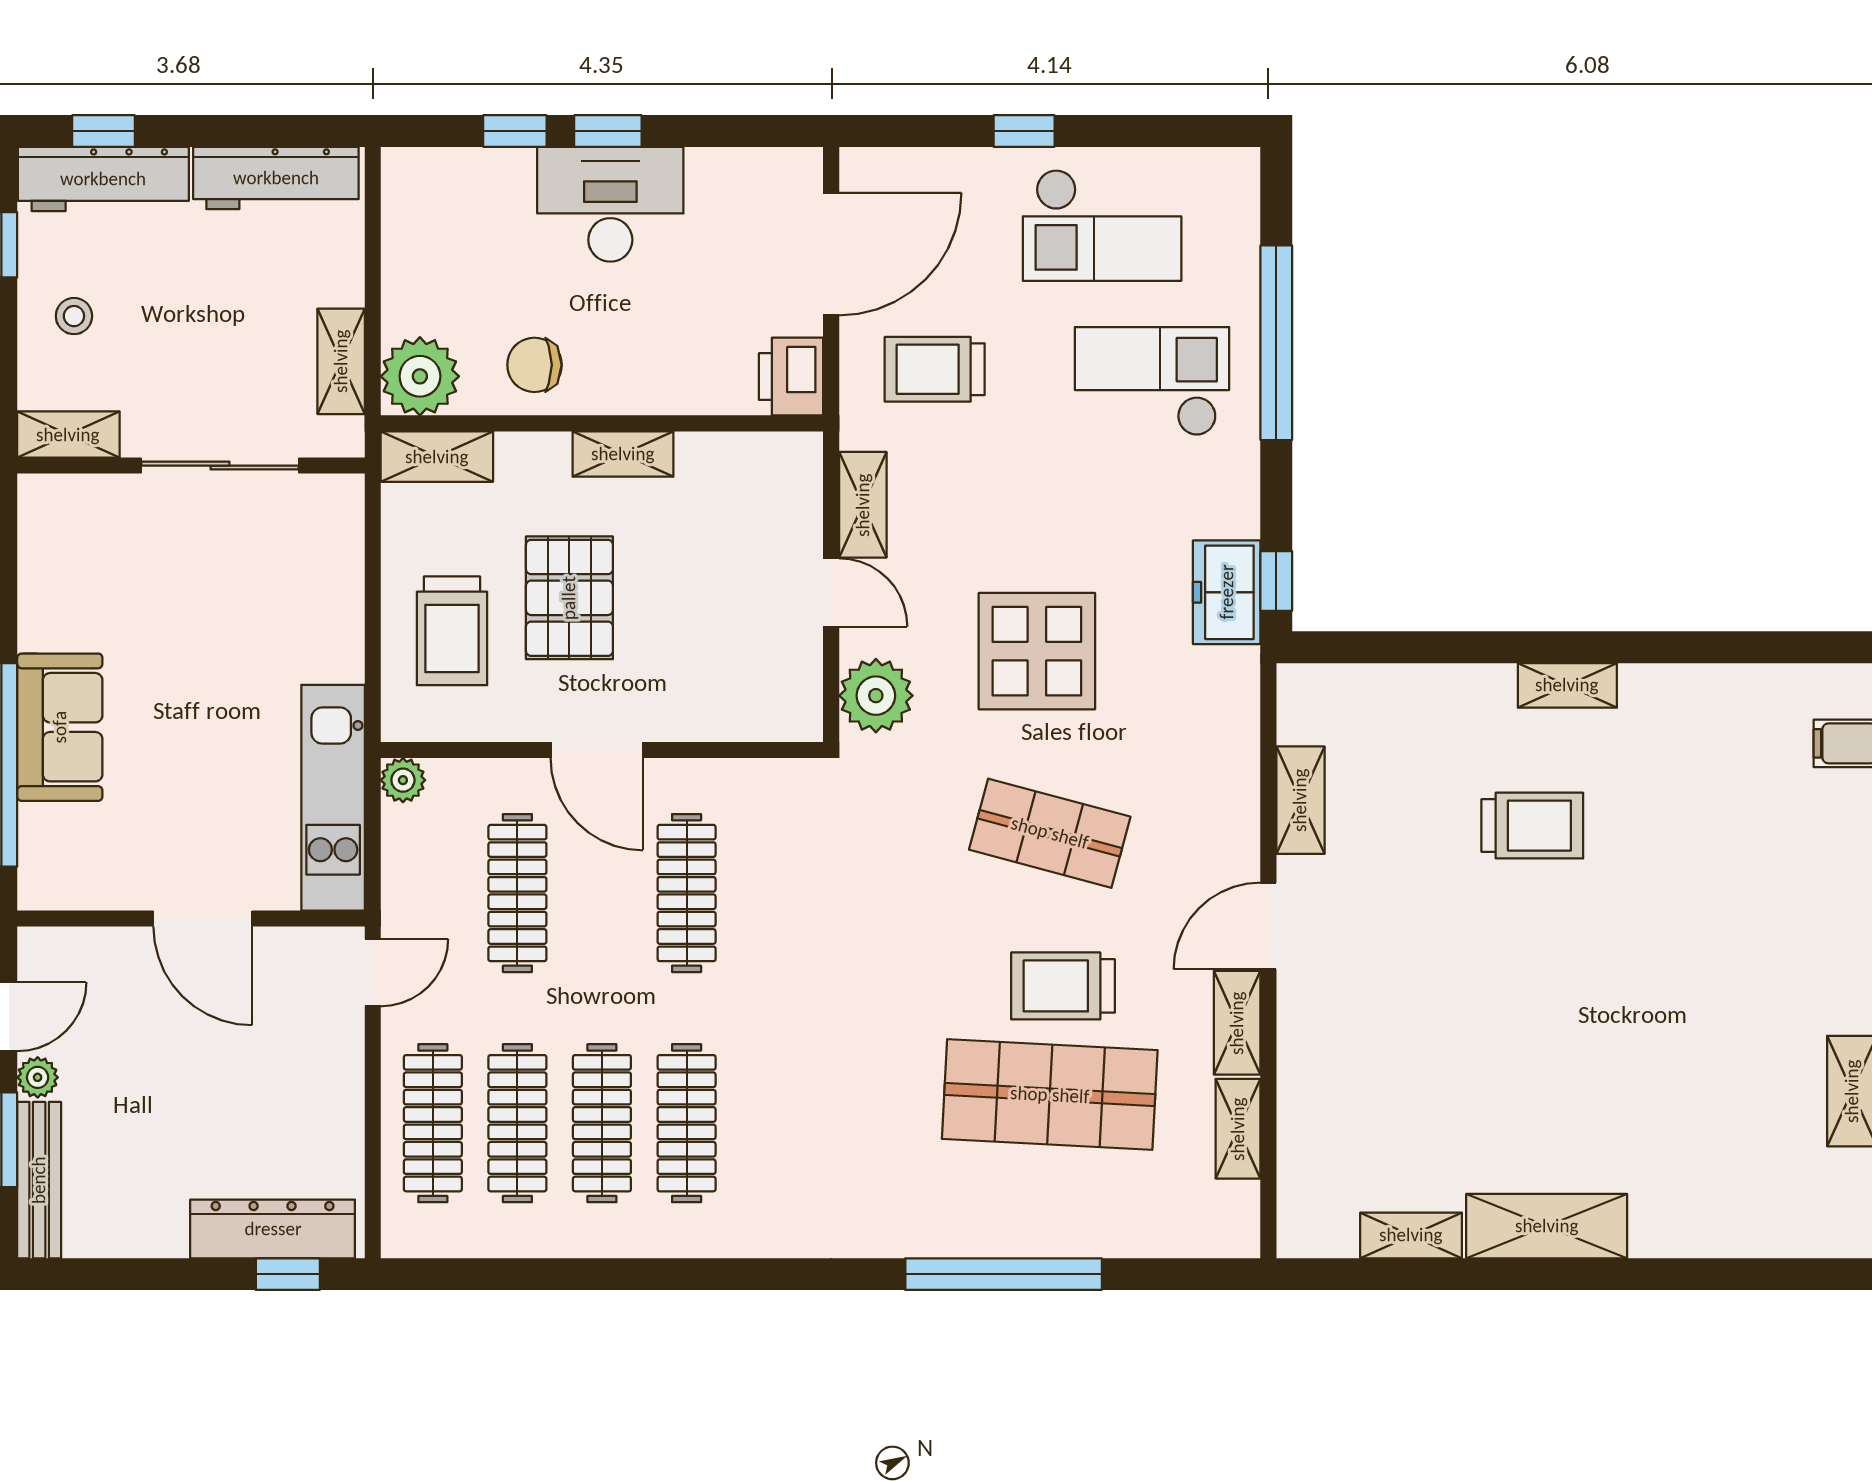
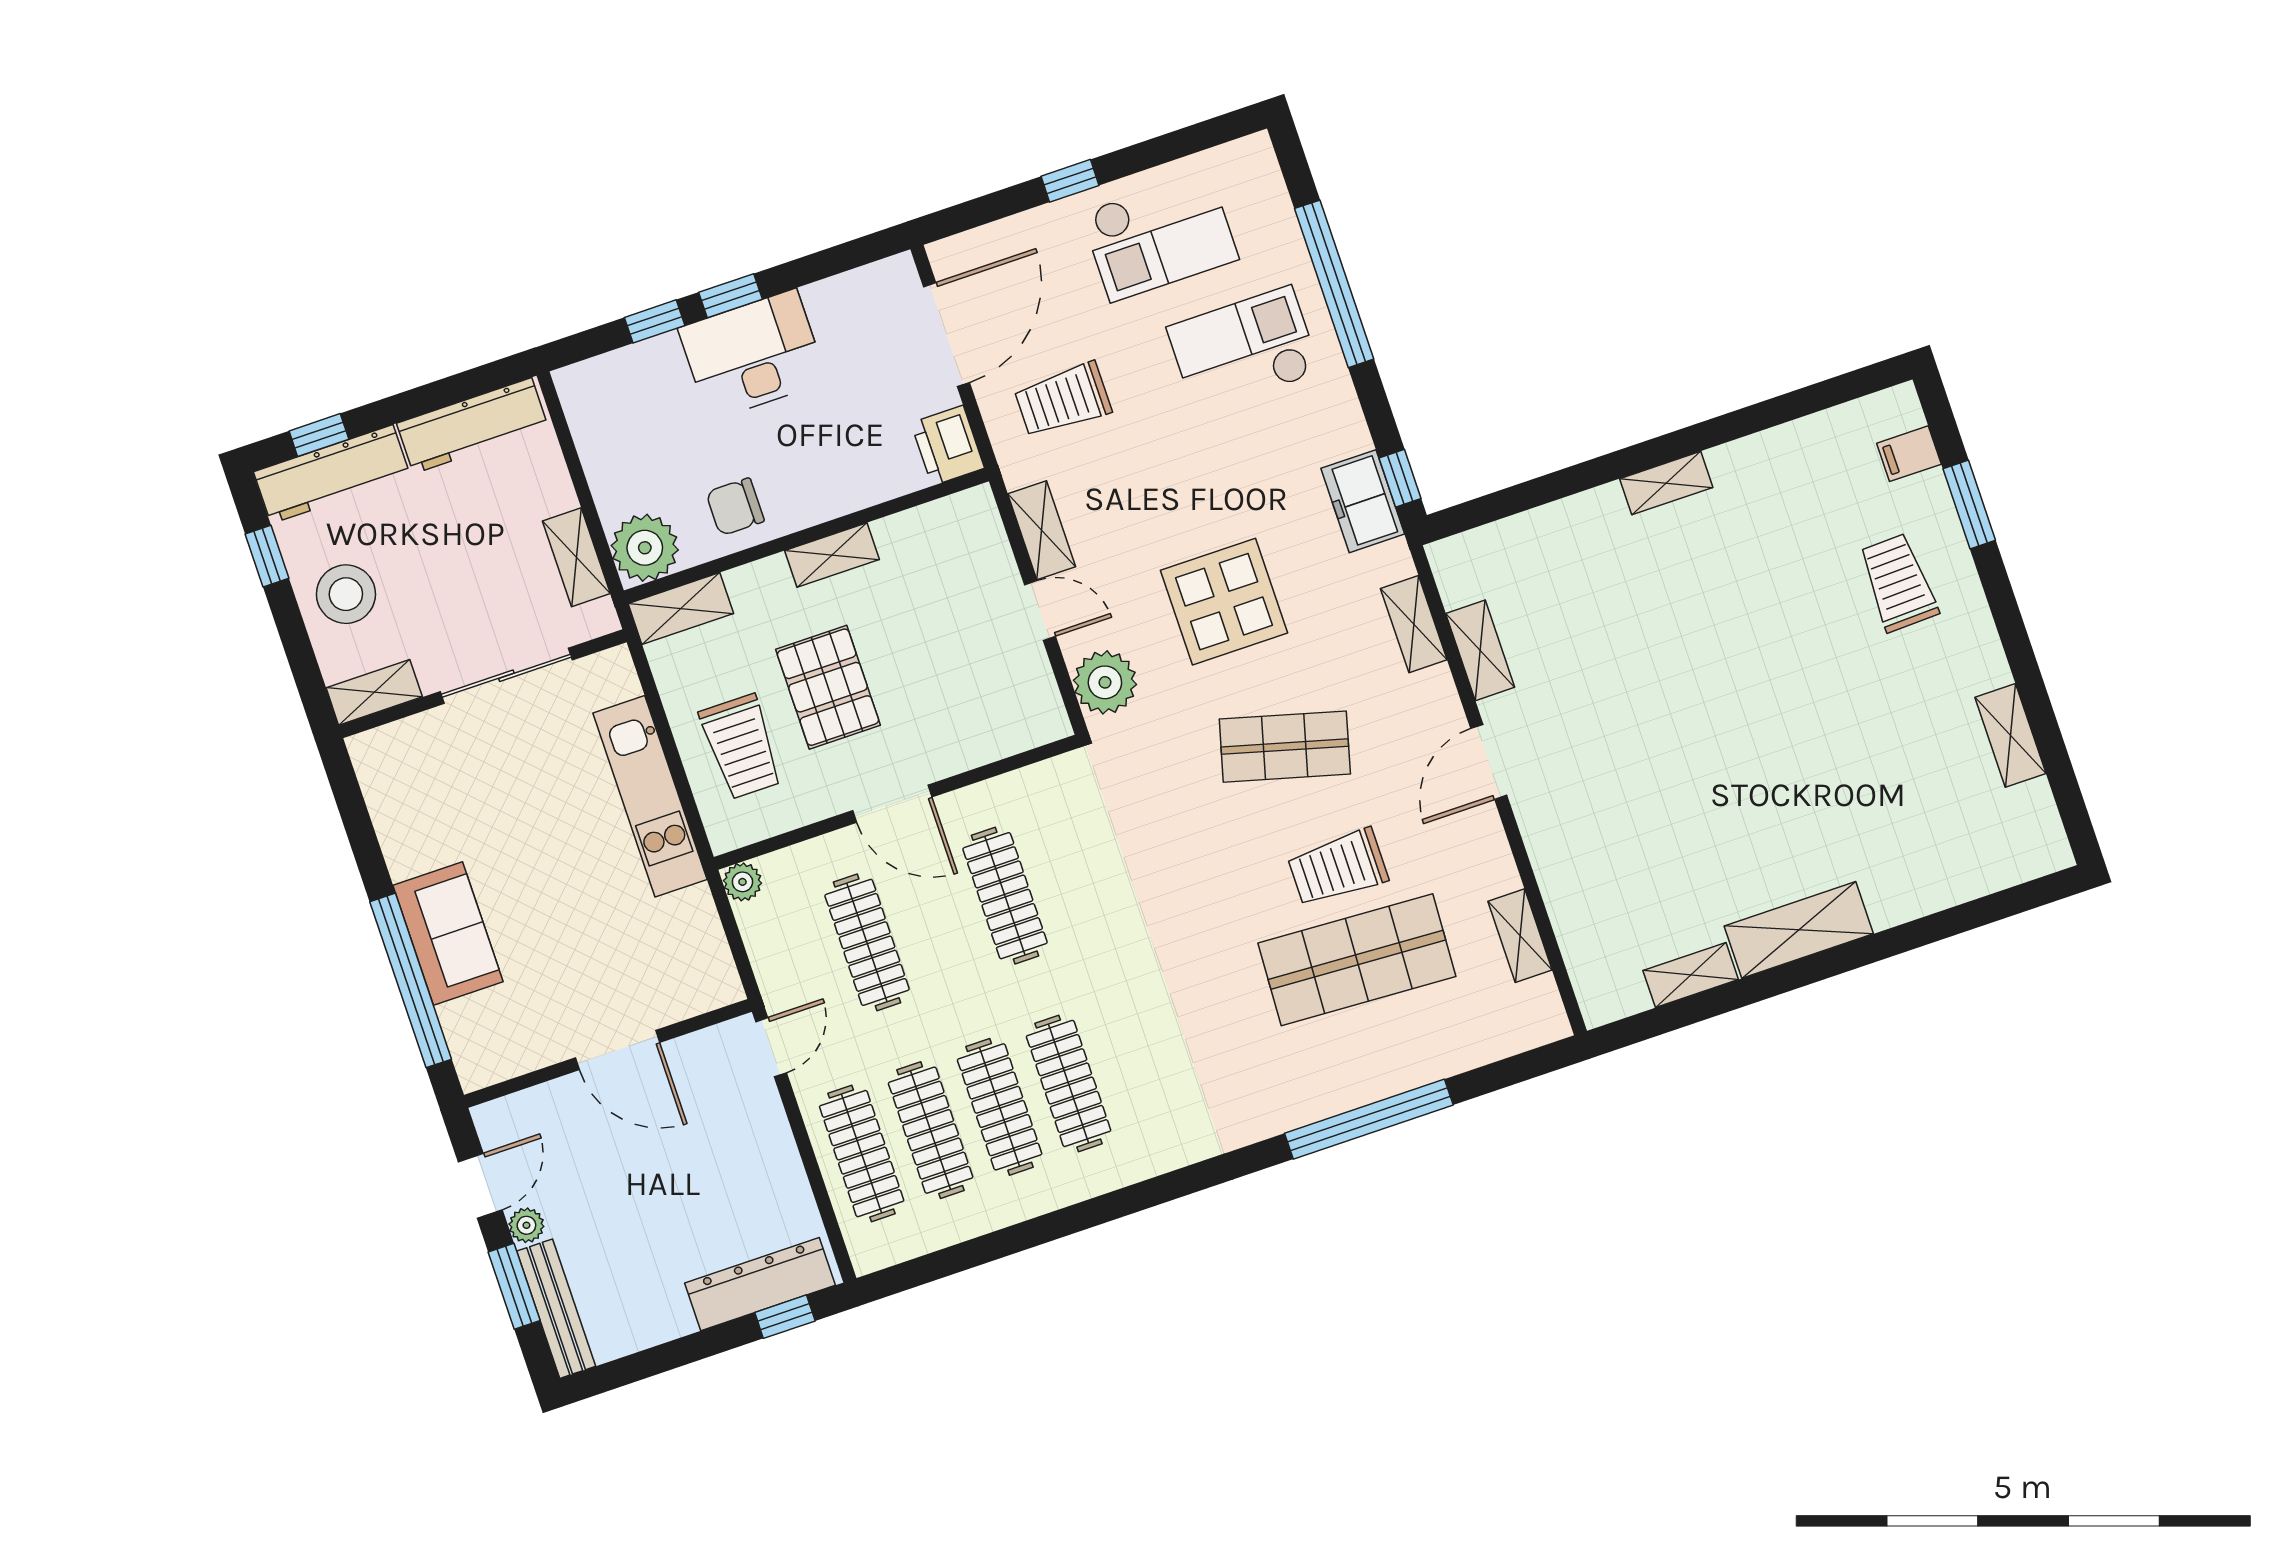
stool: (74, 316) -> (346, 594), width x1.89, depth x1.89
kitchen unit: (333, 798) -> (650, 796), moved
trolley: (1532, 826) -> (1898, 583), moved, turned -92
shelving: (1237, 1023) -> (1414, 624), moved

